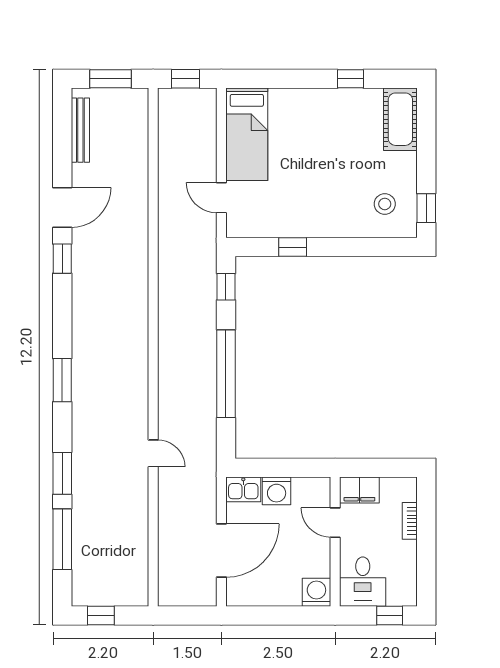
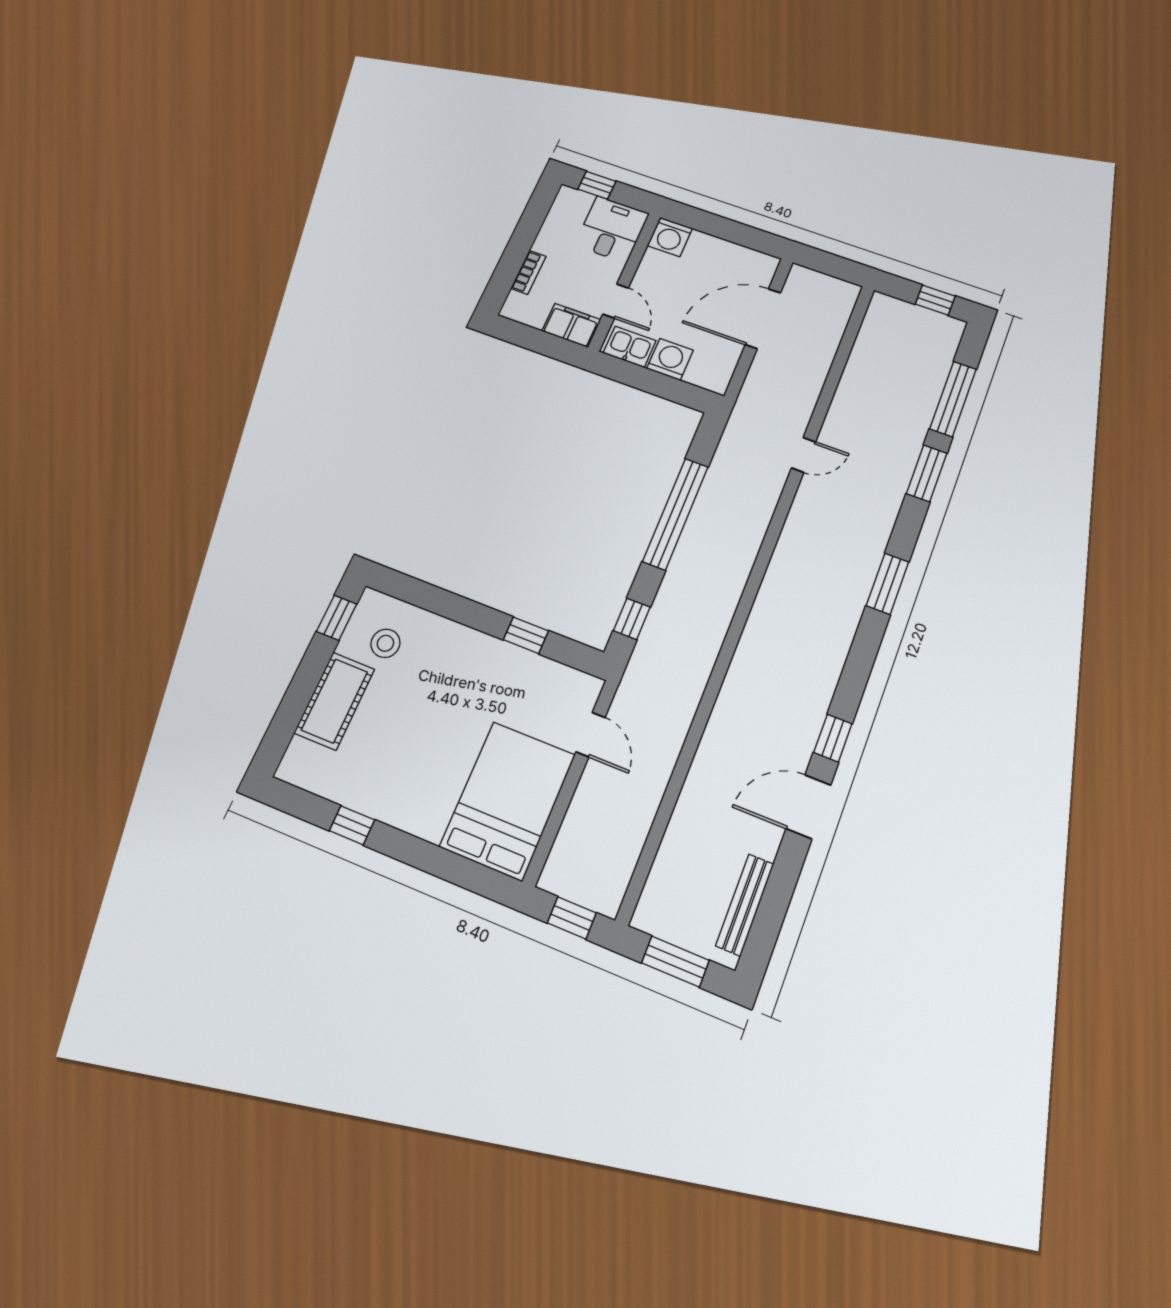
cot: (400, 119) -> (335, 701), moved
bed: (247, 134) -> (508, 800), width x1.50
door: (153, 453) -> (804, 455), swing flipped
kitchen sink: (243, 489) -> (630, 347), moved

